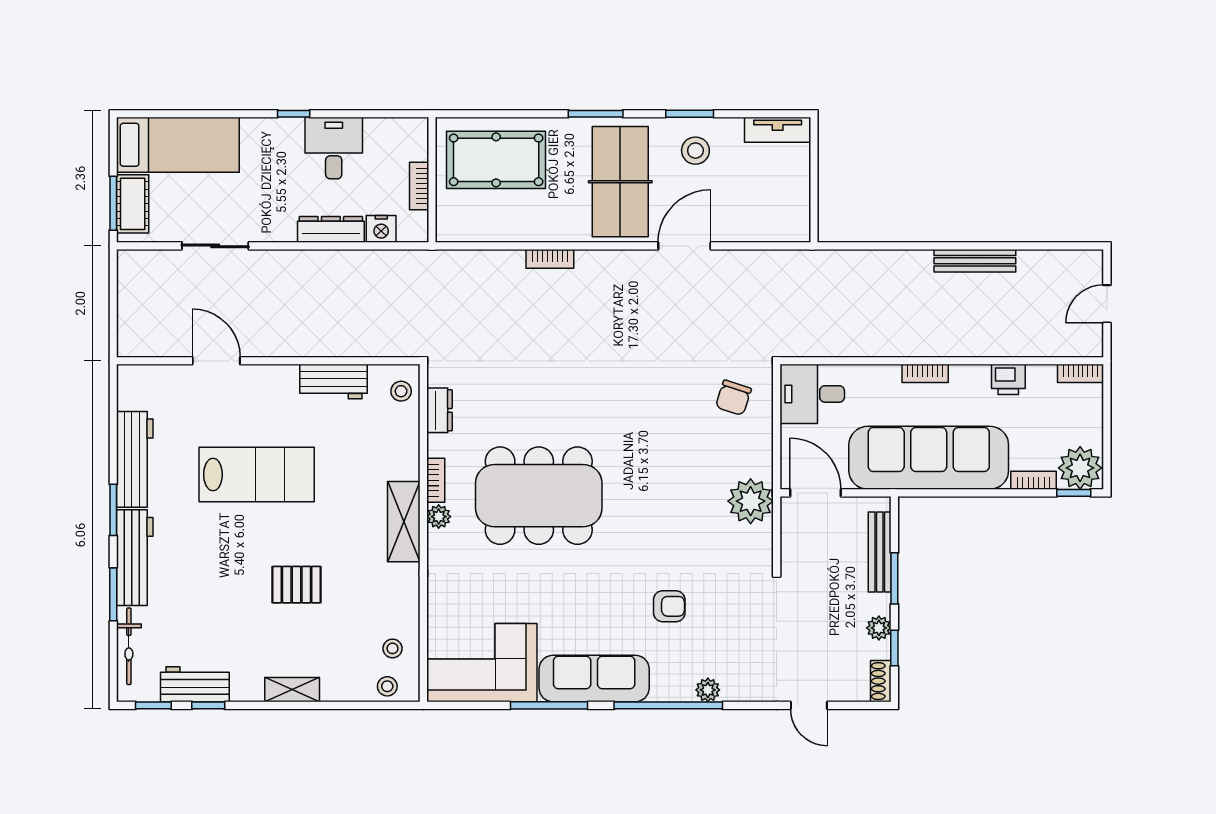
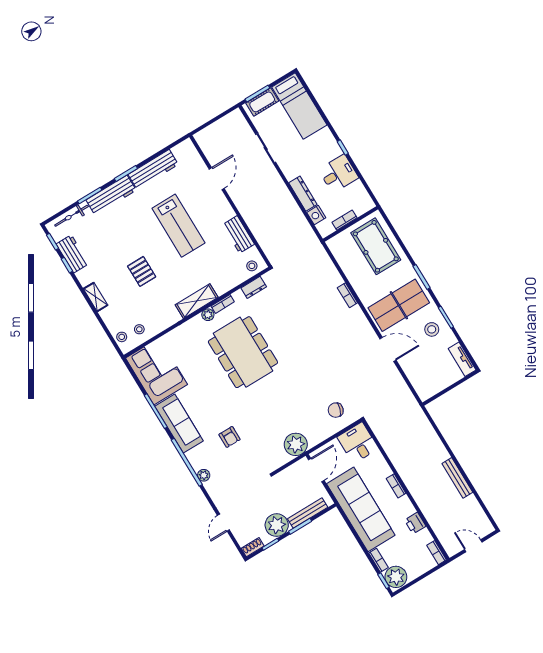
plant: (879, 628) -> (277, 525), width x1.87, depth x1.87

